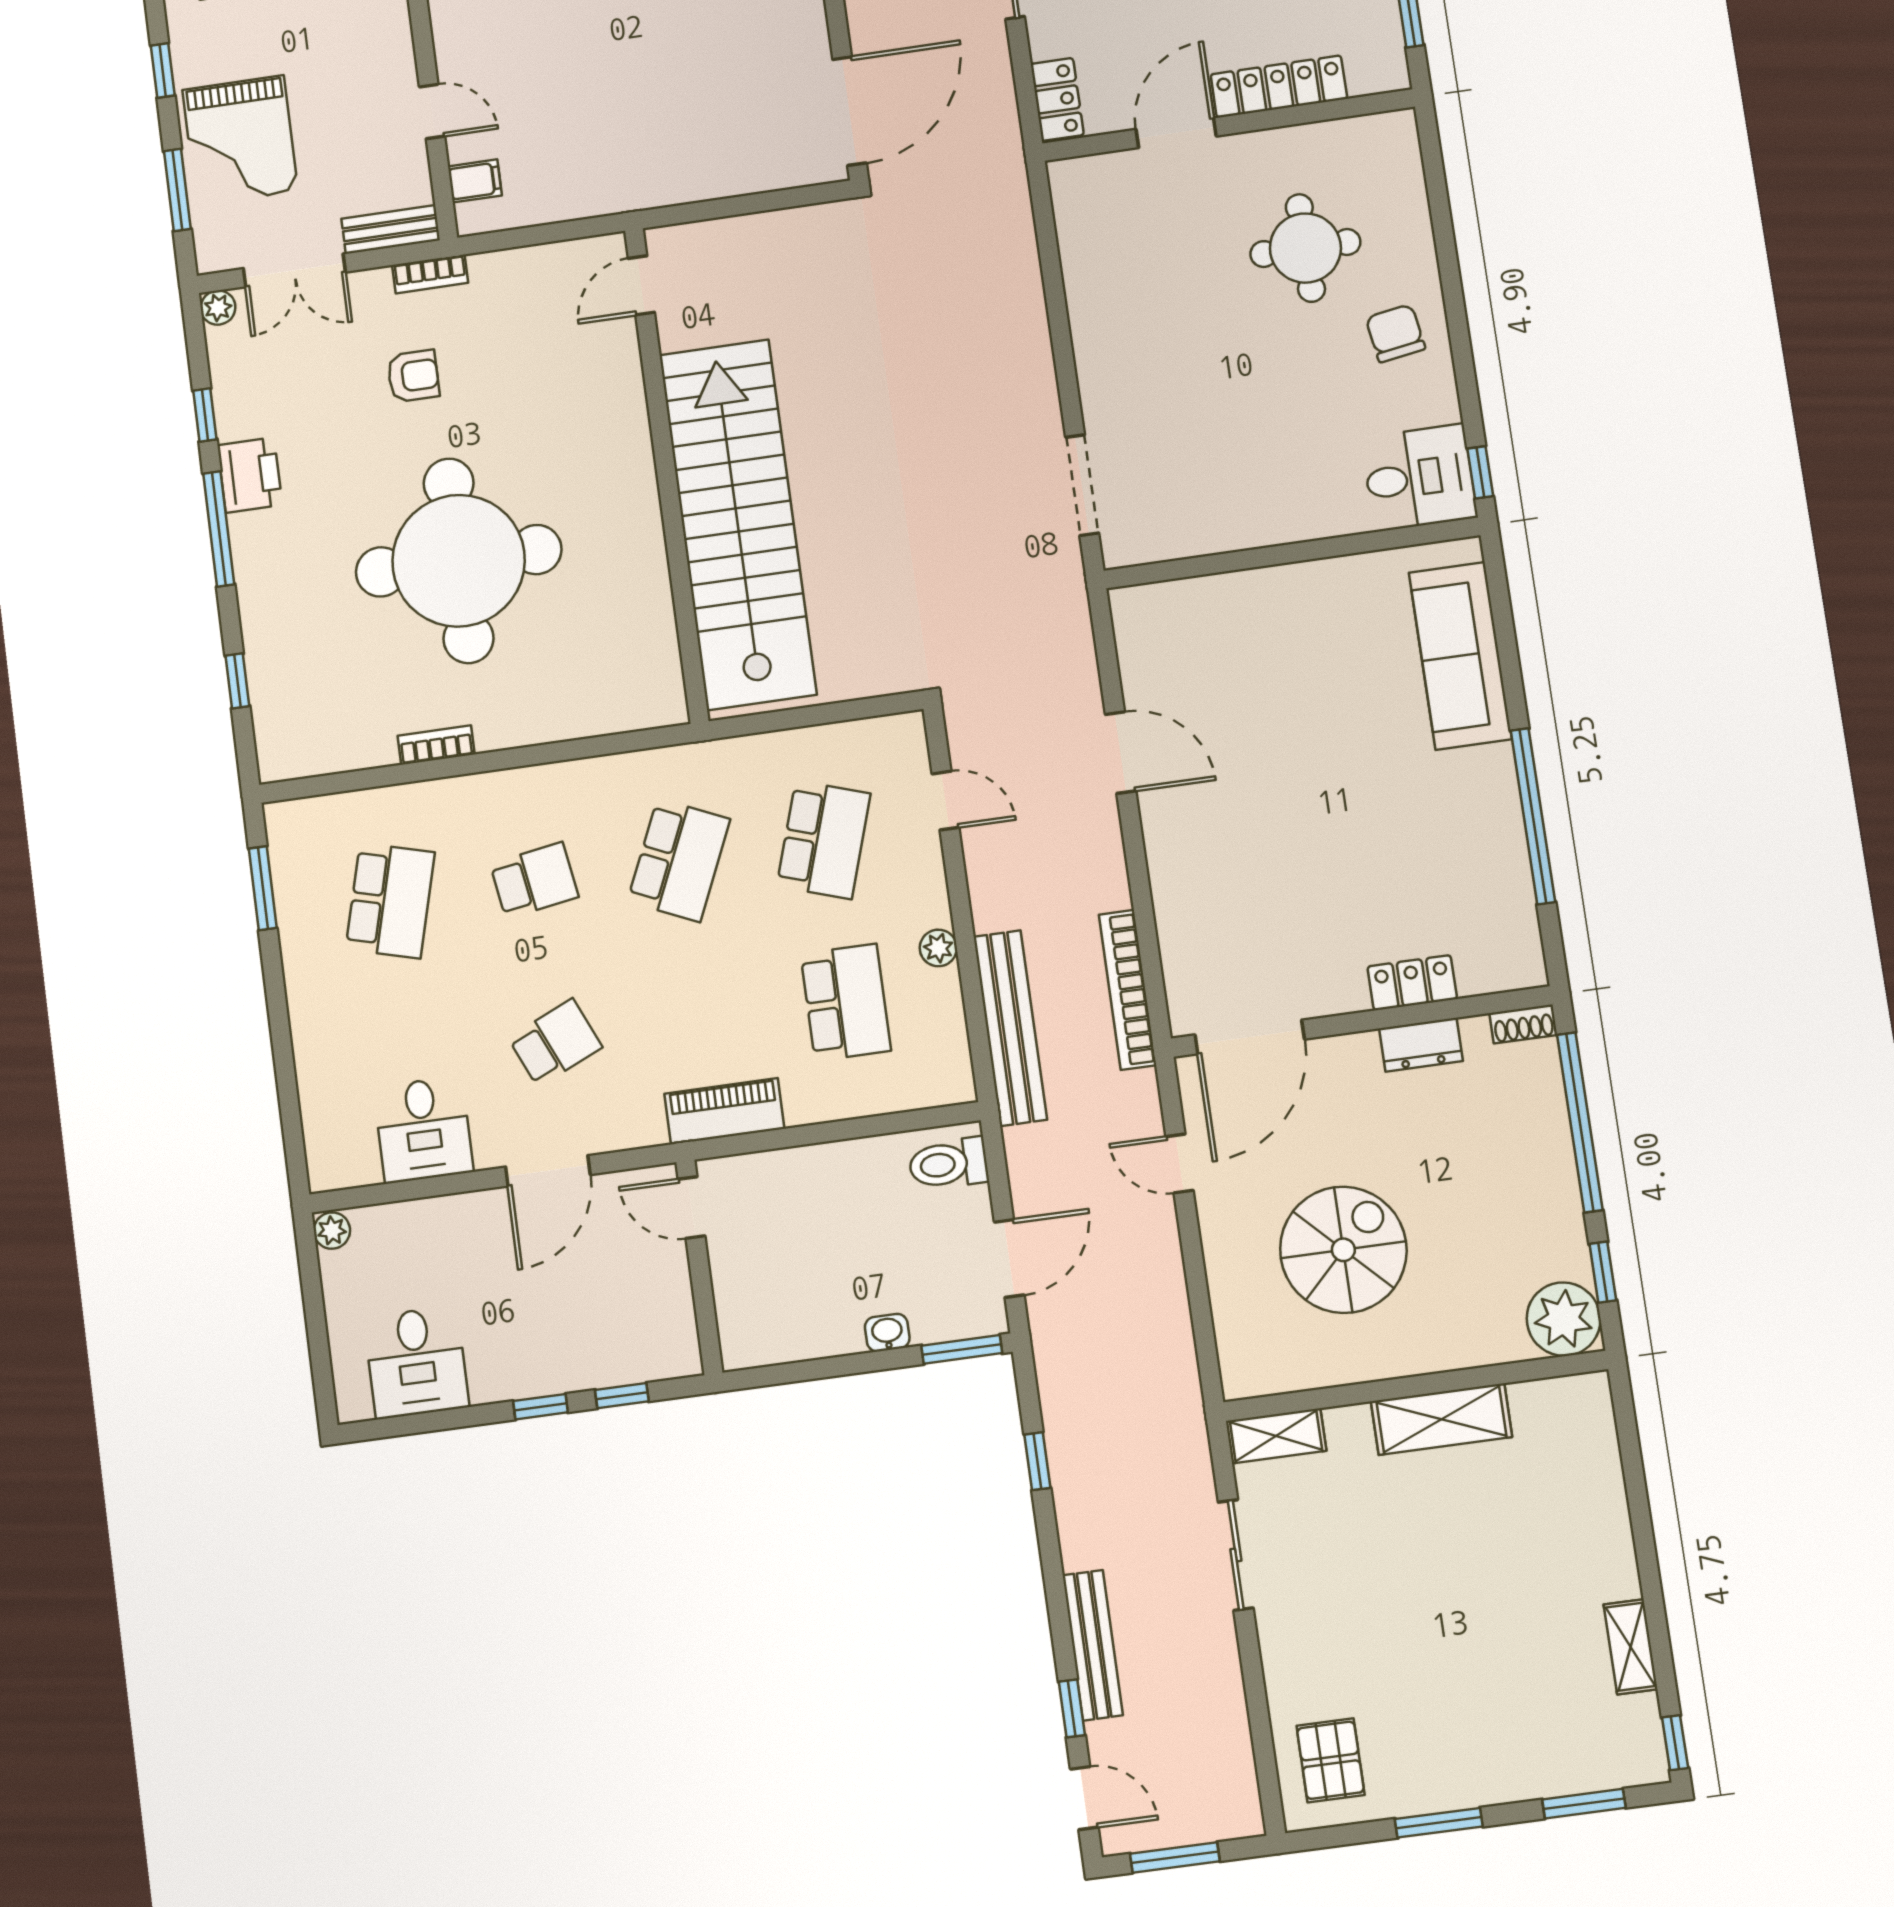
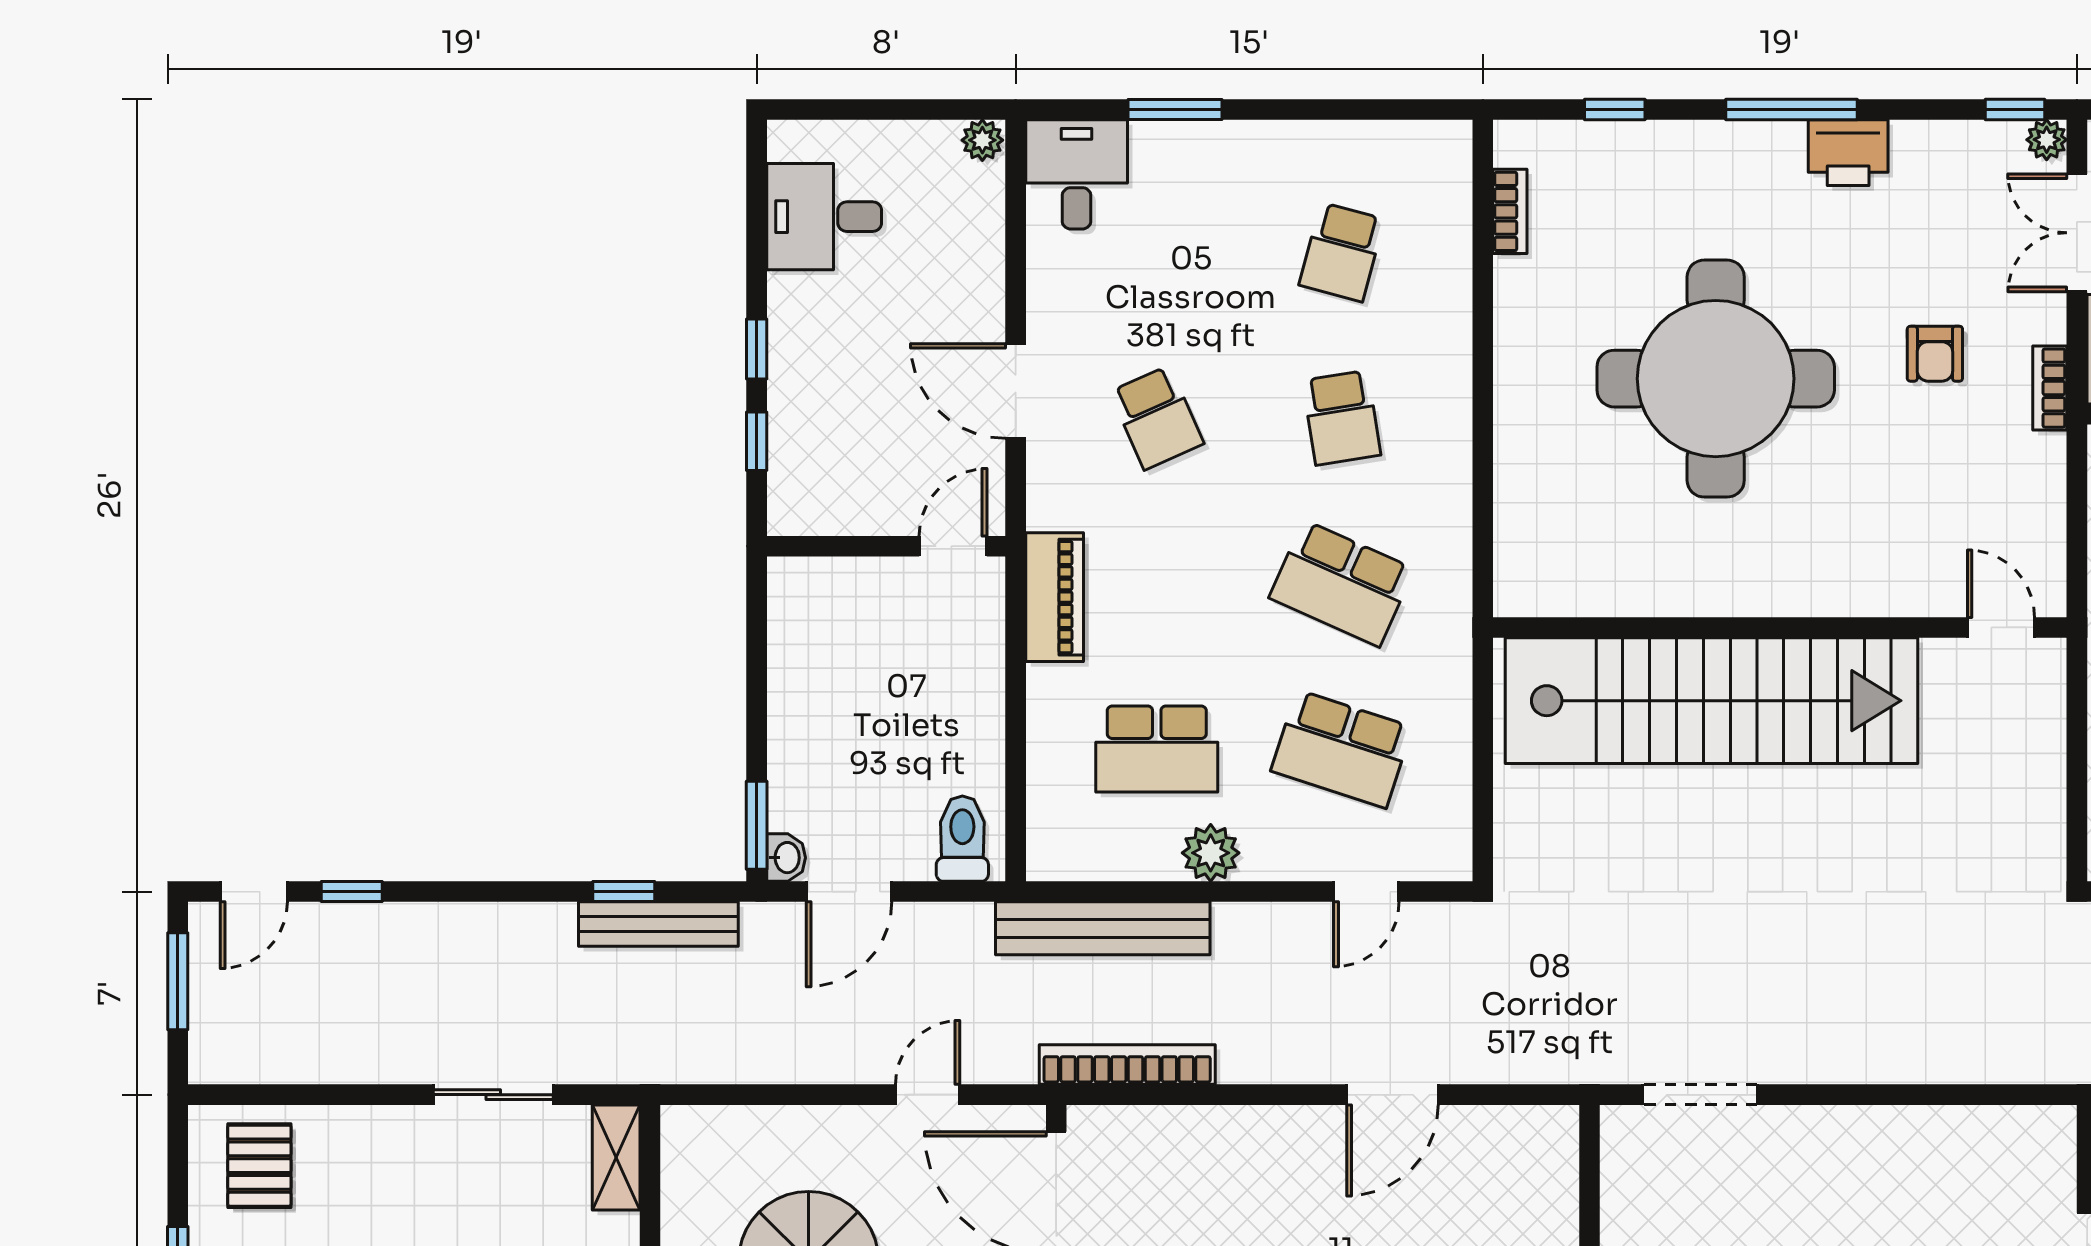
window: (205, 415) -> (2015, 110), moved
bookcase: (436, 745) -> (1510, 211), moved
window: (263, 888) -> (1175, 110), moved
school desk: (390, 901) -> (1342, 252), width x0.54
plant: (938, 948) -> (1211, 853), width x1.38, depth x1.38
desk: (423, 1130) -> (1077, 174), moved, turned 90
door: (1009, 1258) -> (849, 892), hinge flipped
washbasin: (887, 1333) -> (786, 858), moved
bench: (1093, 1645) -> (658, 924), moved
pallet: (1331, 1760) -> (259, 1166), turned 90

